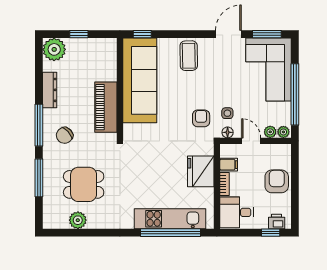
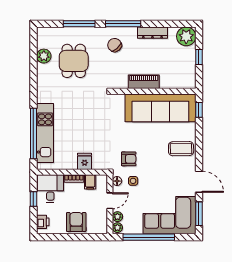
piano: (106, 107) -> (144, 82), width x0.73, depth x0.75
fridge: (201, 171) -> (85, 161), width x0.53, depth x0.75
armchair: (277, 181) -> (76, 222), turned -90
window: (271, 233) -> (33, 199), moved

